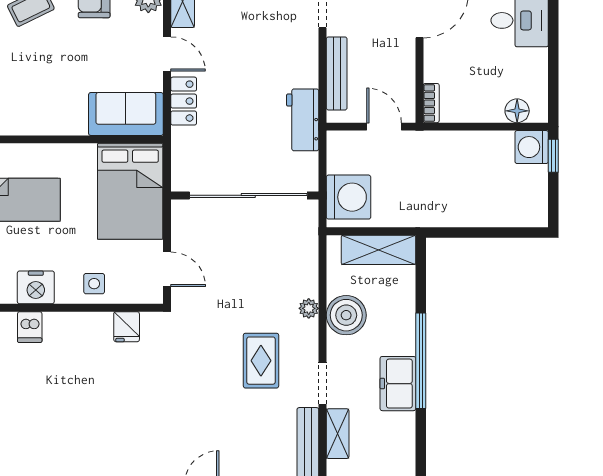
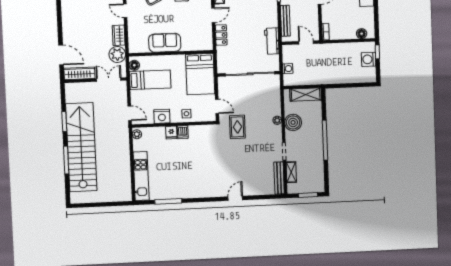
door: (167, 54) -> (213, 15), hinge flipped
sofa: (126, 114) -> (165, 43), moved
washing machine: (532, 147) -> (369, 59), moved
washing machine: (349, 197) -> (288, 69), width x0.53, depth x0.53
dishwasher: (30, 327) -> (183, 132), moved
fridge: (127, 327) -> (171, 133), moved
rug: (261, 361) -> (237, 127), moved
freezer: (398, 384) -> (316, 150), removed

